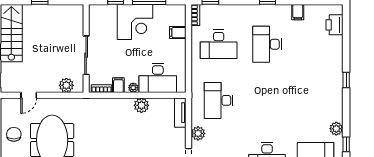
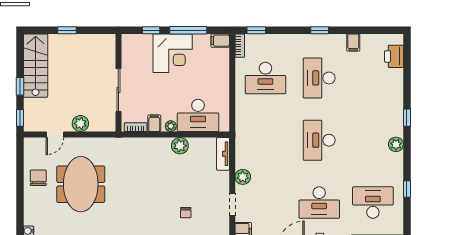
filing cabinet: (178, 33) -> (220, 41), moved
plant: (66, 85) -> (80, 124), moved
desk: (219, 100) -> (319, 140), moved
plant: (336, 129) -> (396, 144), moved

